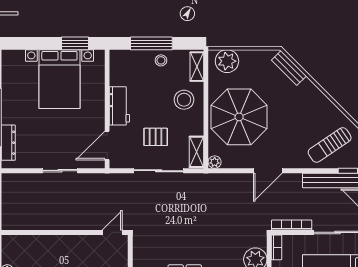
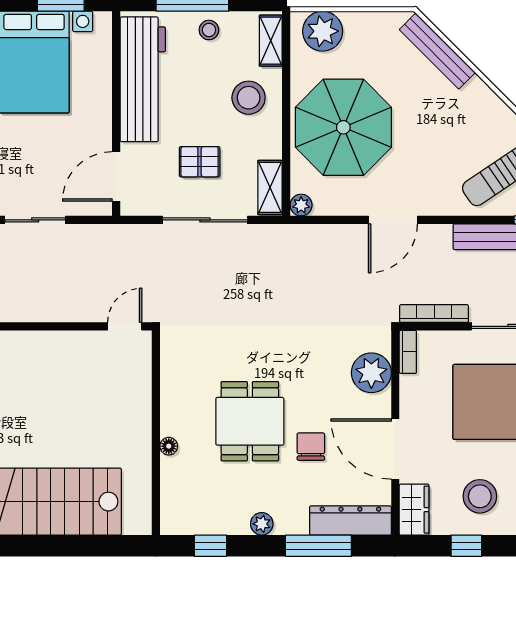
bench: (289, 68) -> (437, 51), width x1.36
workbench: (119, 106) -> (143, 79), width x1.88, depth x1.32

